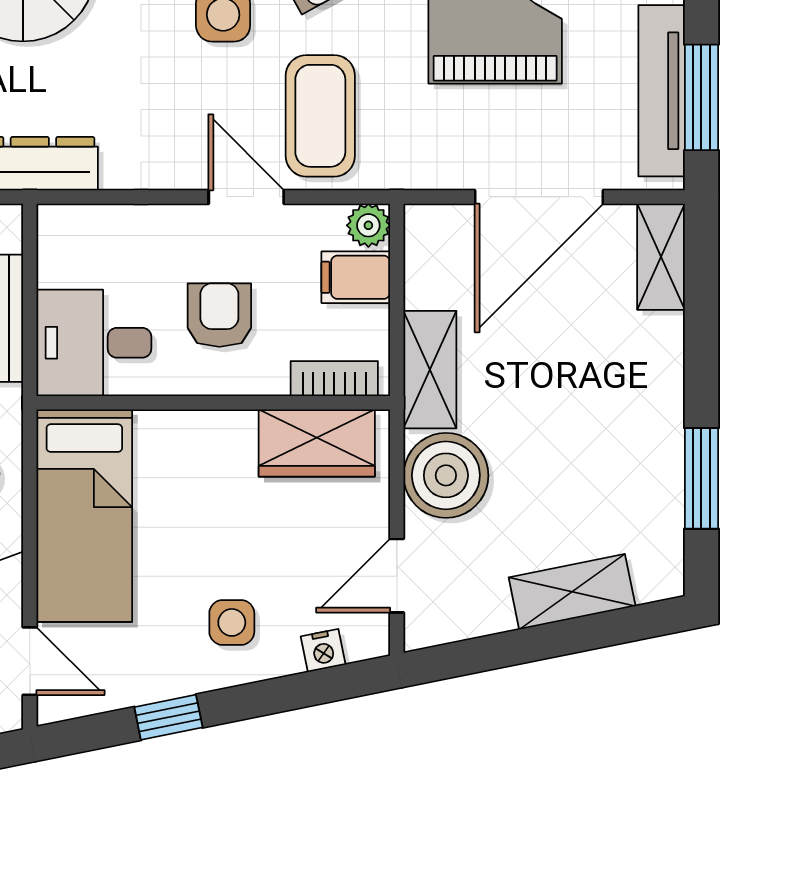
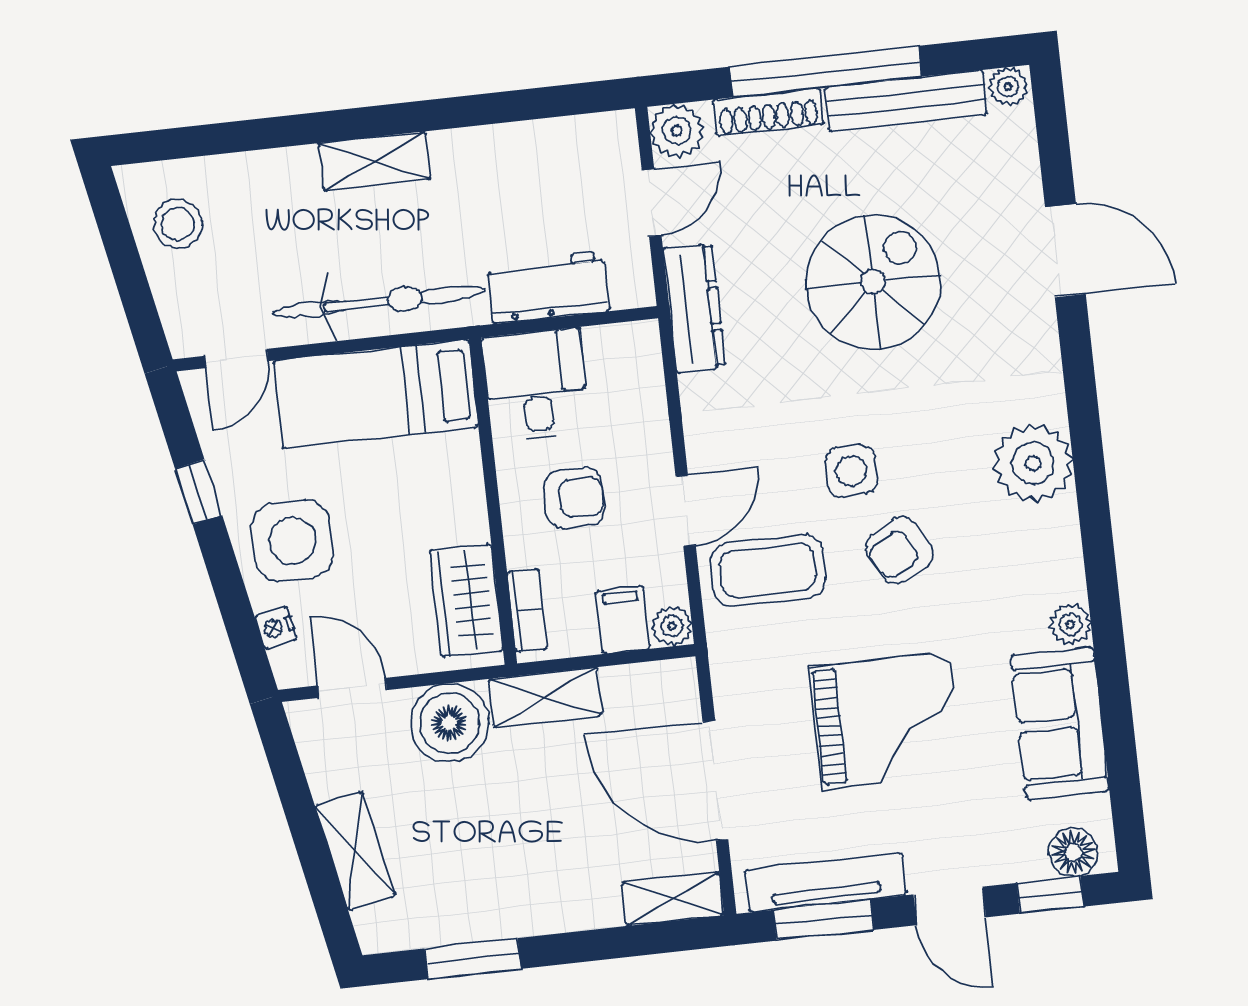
side table: (232, 622) -> (292, 541), width x1.87, depth x1.87

